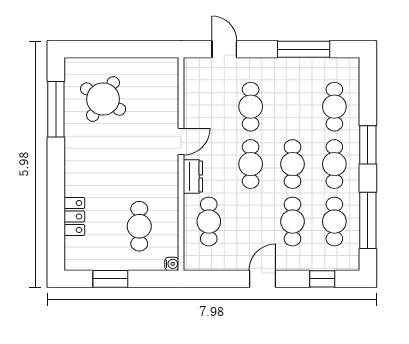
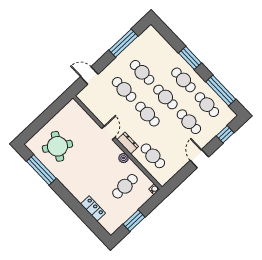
cafe table: (334, 107) -> (142, 72), moved
plant: (170, 190) -> (124, 158), added
cafe table: (139, 226) -> (125, 186), turned 90

